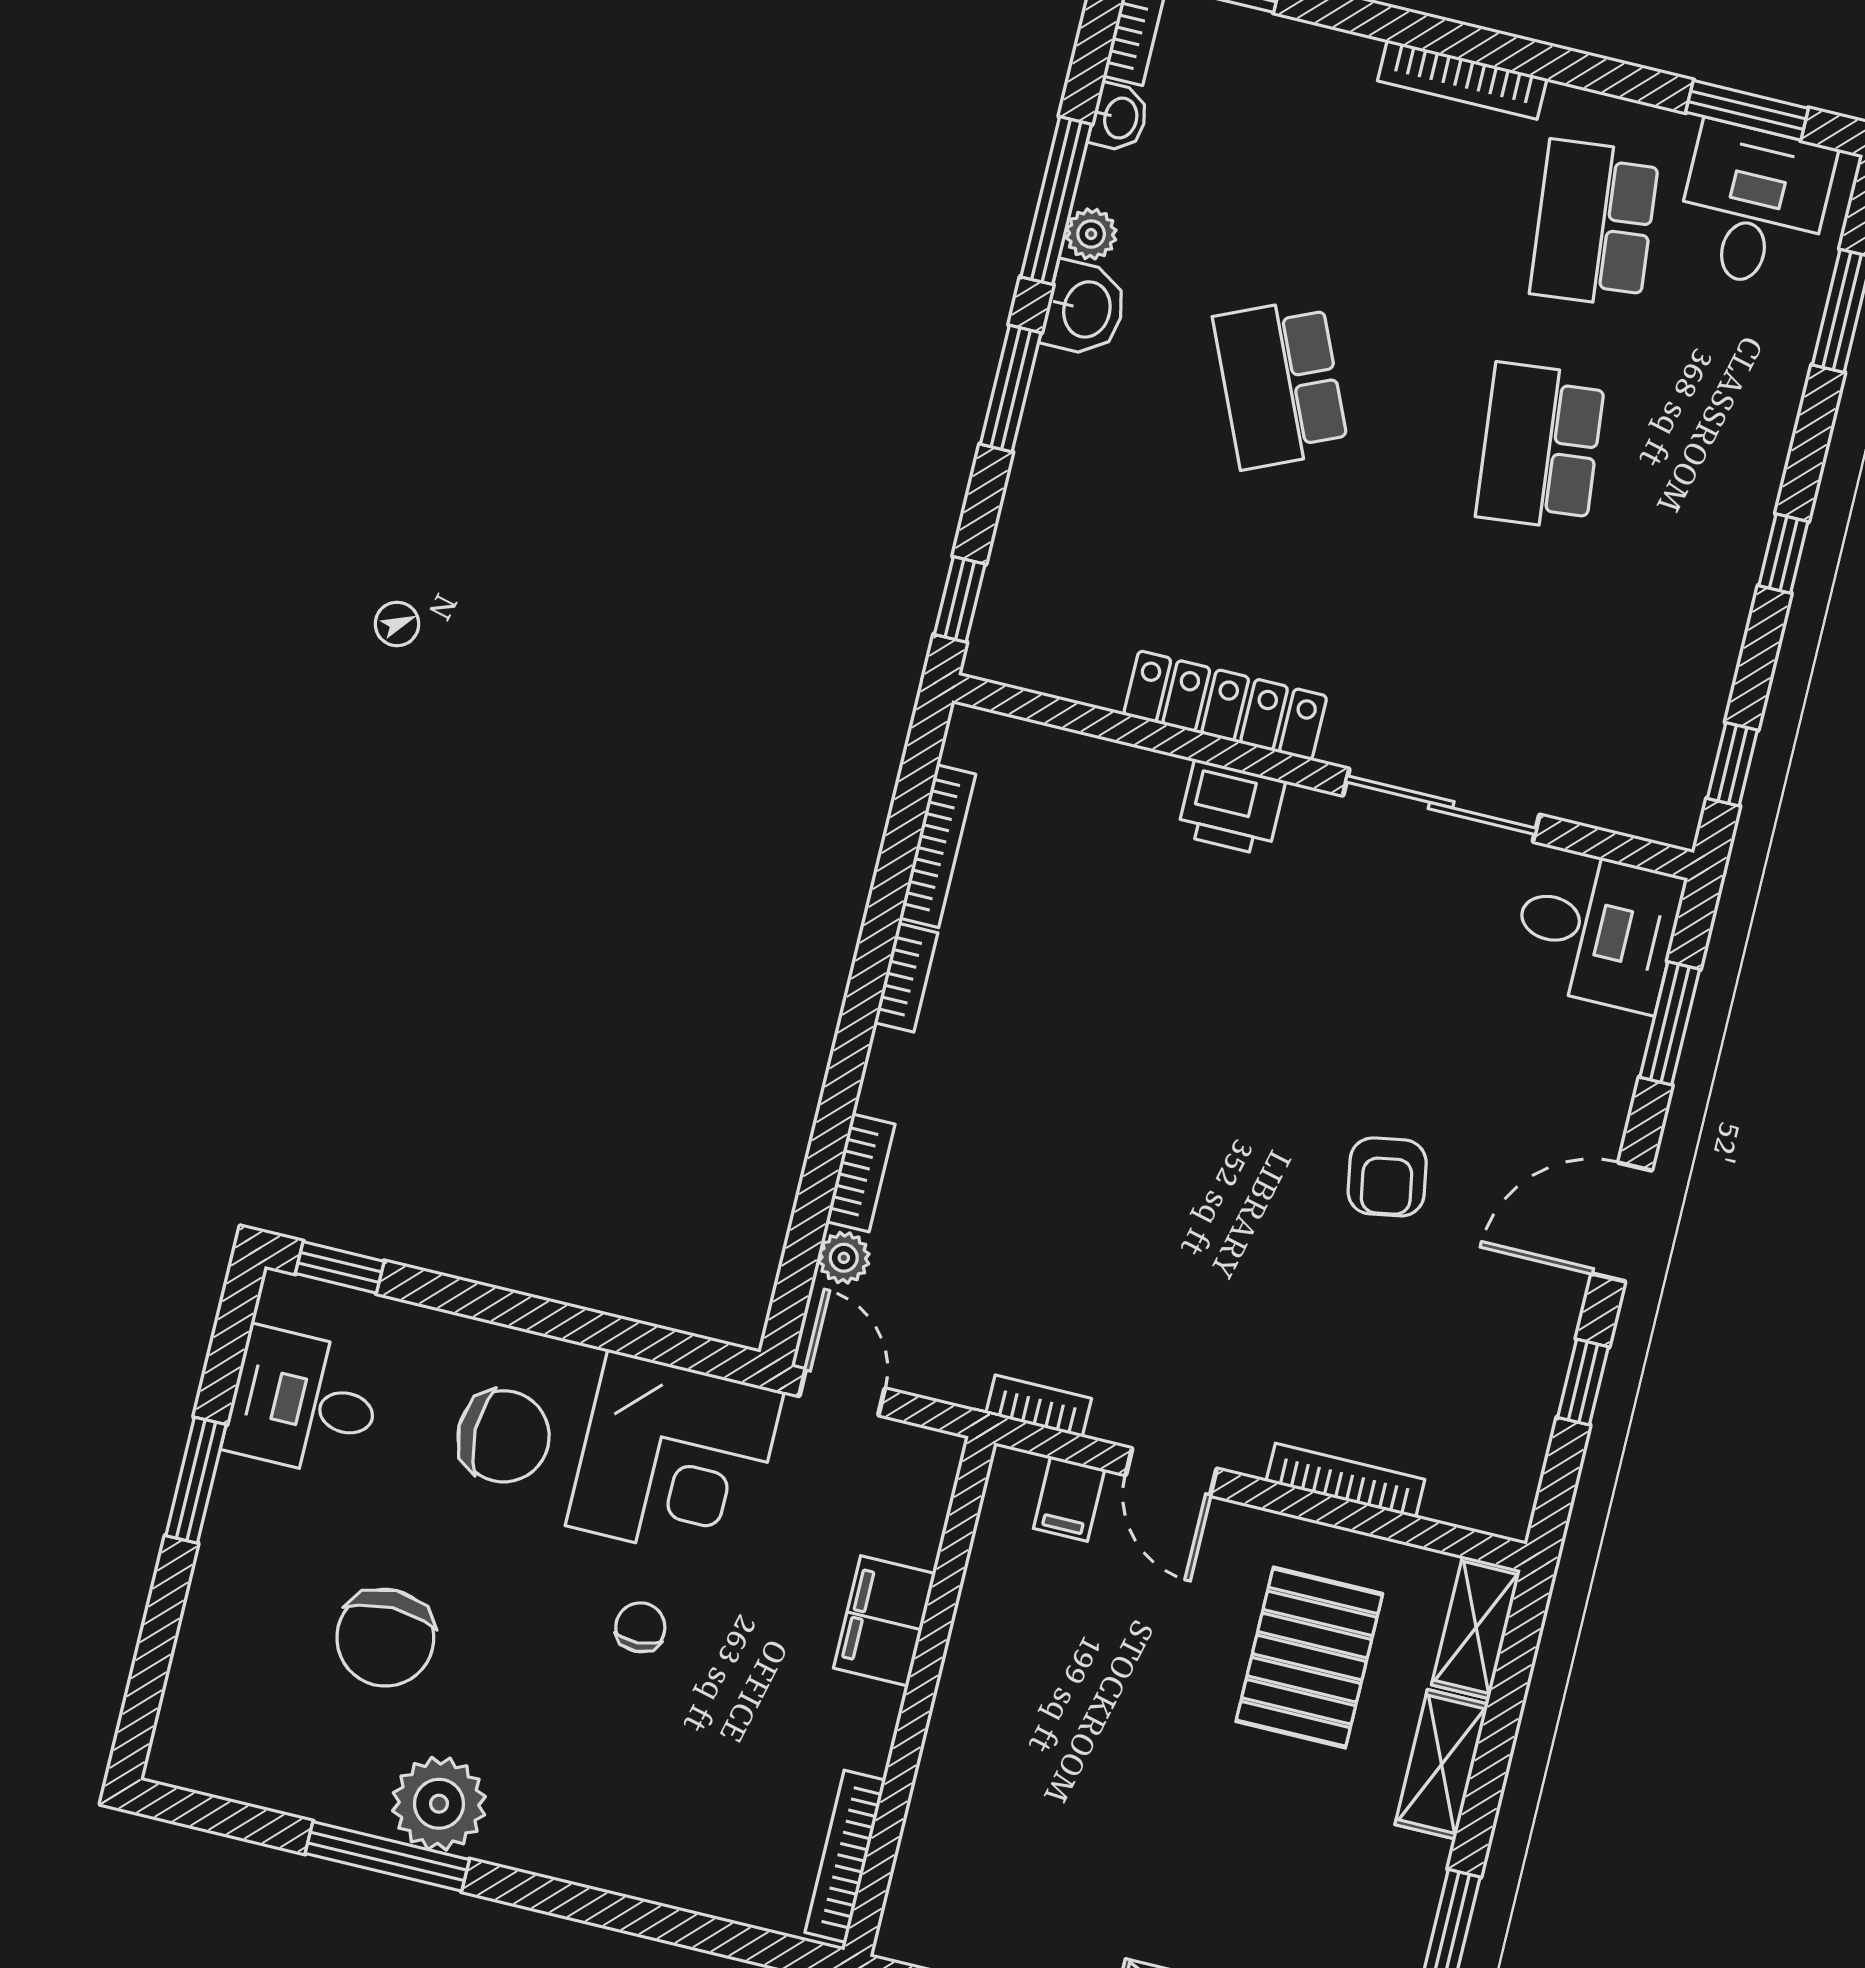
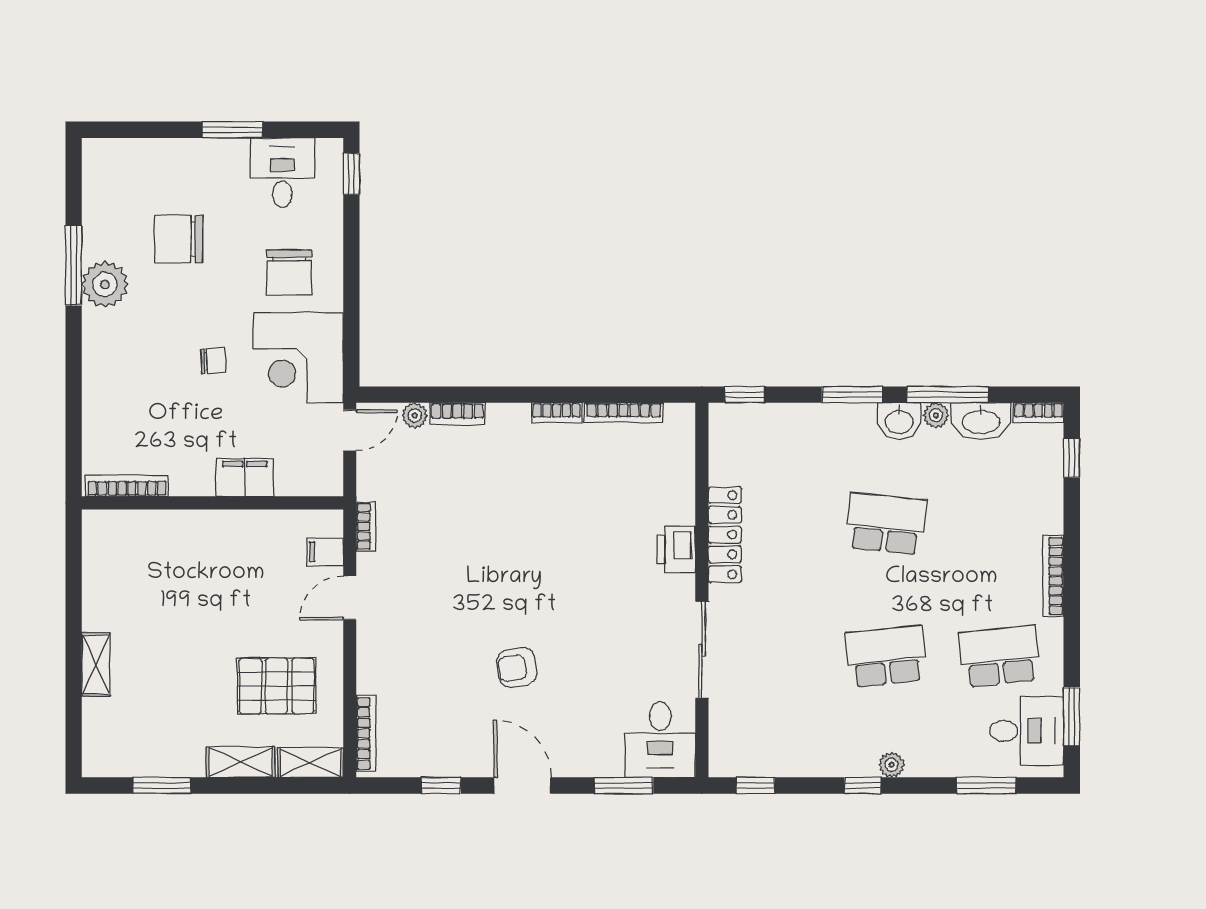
washbasin: (1119, 118) -> (981, 421), width x1.91, depth x1.45
school desk: (1281, 384) -> (886, 524), turned 30
plant: (1757, 487) -> (892, 765), added
bookcase: (1345, 1480) -> (366, 733), moved

